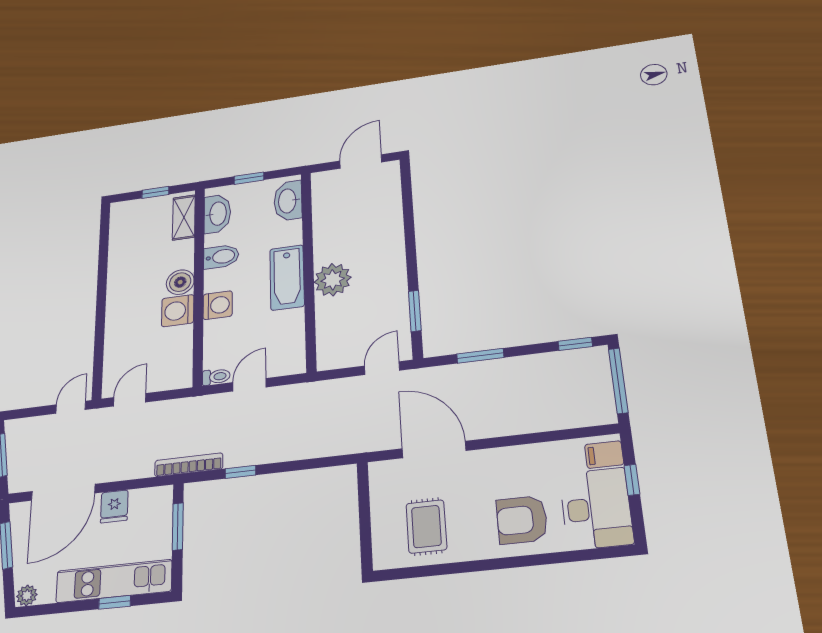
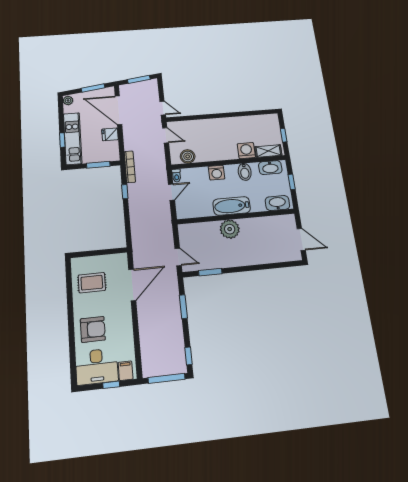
boiler: (180, 282) -> (188, 156), moved
washing machine: (178, 311) -> (246, 151), moved
door: (249, 385) -> (171, 192), hinge flipped
armchair: (522, 520) -> (93, 329), turned 90

